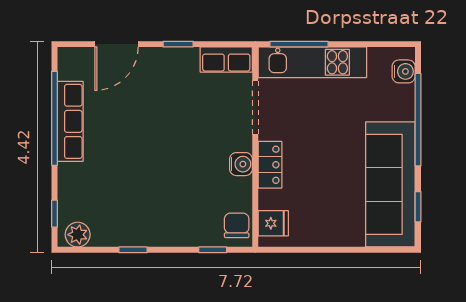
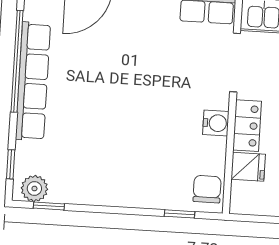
row of seats: (70, 121) -> (33, 81), width x1.36
fridge: (273, 223) -> (248, 167), moved
window: (133, 250) -> (49, 206), moved

